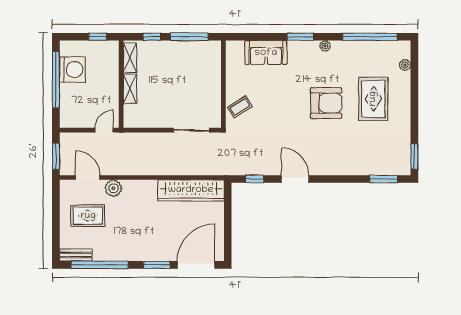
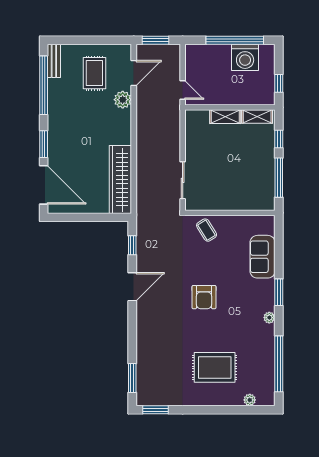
armchair: (326, 103) -> (204, 297), moved, width x0.73, depth x0.73

